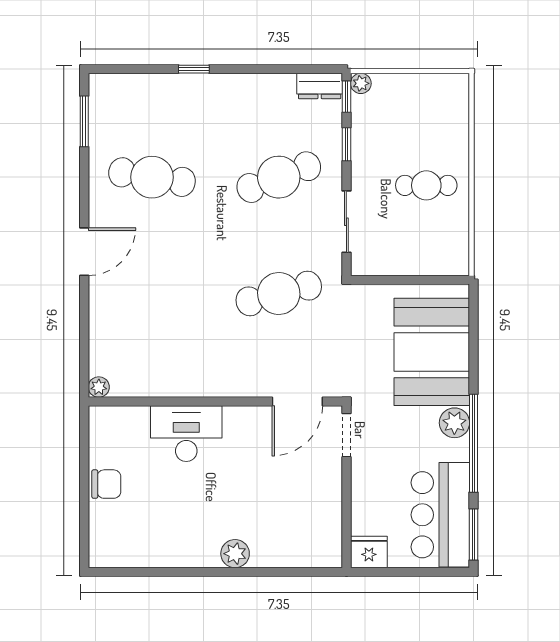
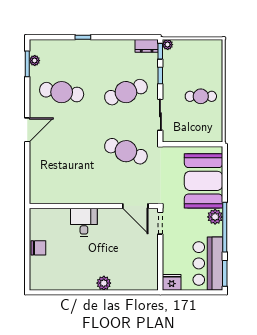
cafe table: (279, 294) -> (126, 151), turned 36
plant: (99, 387) -> (35, 61), moved
door: (297, 402) -> (135, 206), hinge flipped
desk: (186, 434) -> (84, 222), width x0.73

